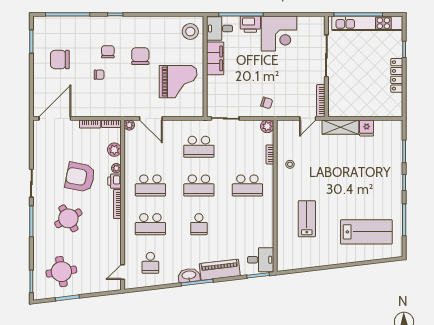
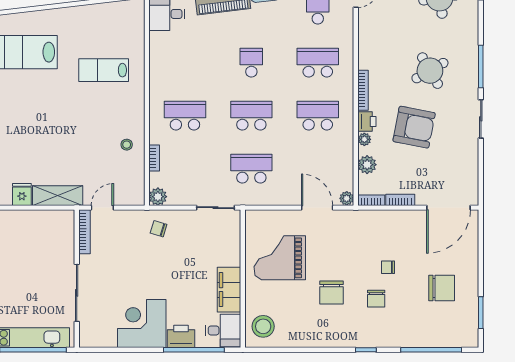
lab bench: (307, 219) -> (104, 70), turned 90

